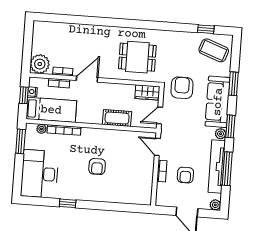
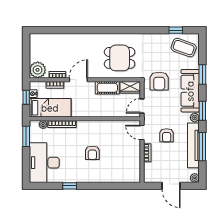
armchair: (182, 88) -> (159, 81), turned 180
cot: (117, 118) -> (107, 88), moved
armchair: (185, 175) -> (167, 135), moved

